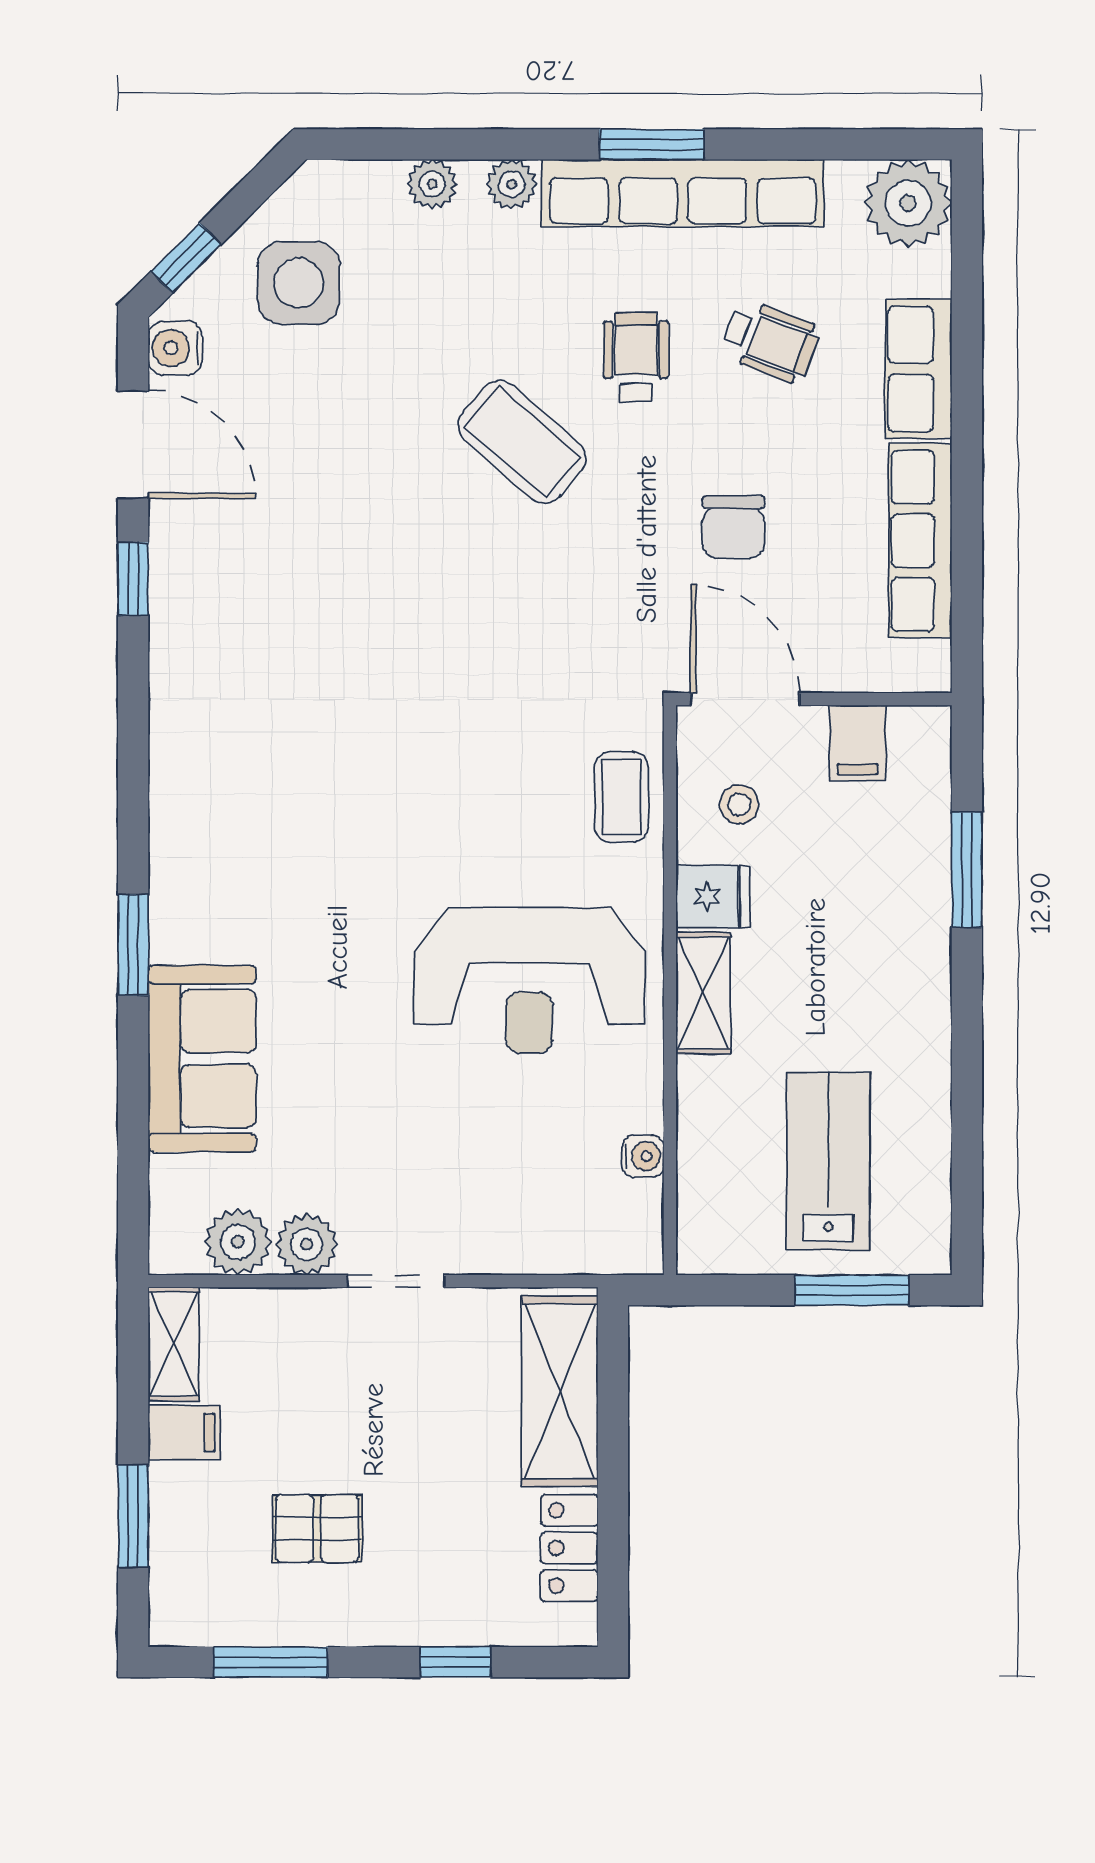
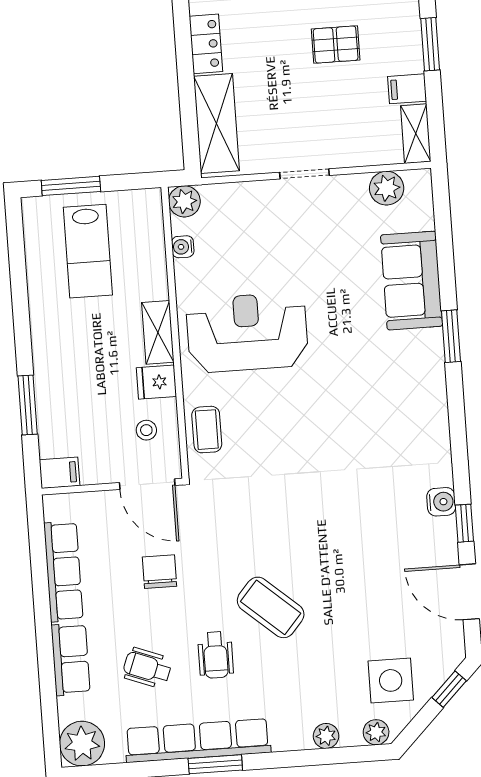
plant: (512, 184) -> (376, 732), moved
water cooler: (175, 348) -> (441, 502), moved
filing cabinet: (858, 743) -> (59, 473), moved, turned 90
plant: (307, 1244) -> (184, 201), moved

